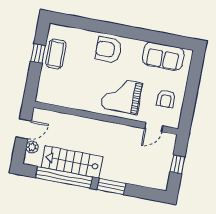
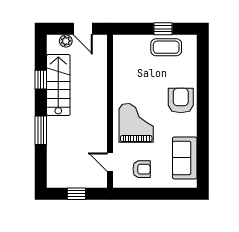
armchair: (166, 99) -> (142, 169), turned 180
window: (64, 177) -> (41, 80), width x0.32

